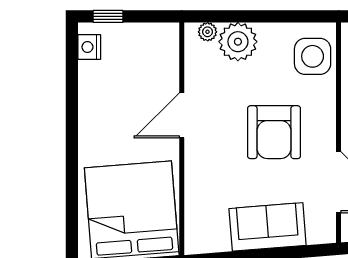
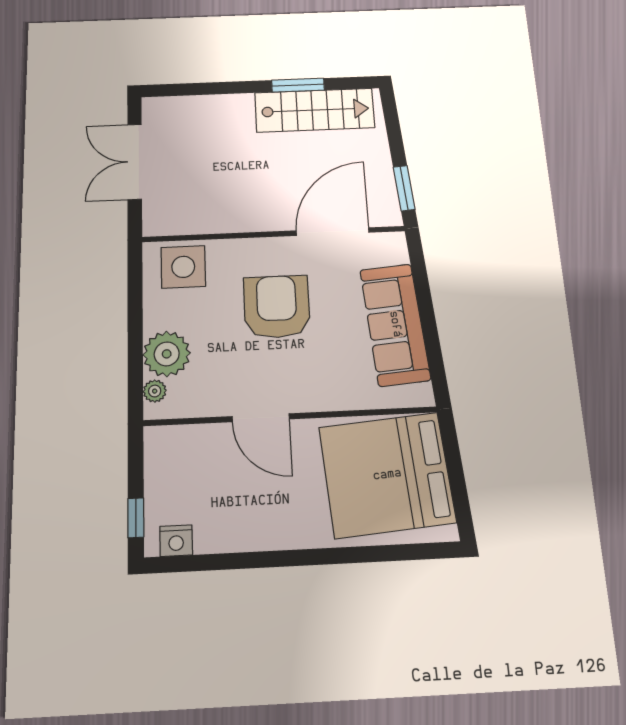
armchair: (274, 132) -> (277, 307), turned -90
sofa: (268, 227) -> (395, 324), width x1.36

